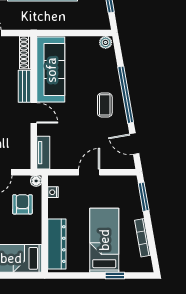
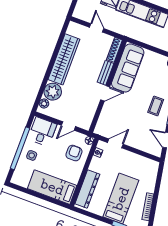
door: (34, 113) -> (105, 93), hinge flipped
tv unit: (43, 153) -> (101, 123), removed
door: (89, 172) -> (115, 143), moved
window: (144, 197) -> (159, 179), removed

